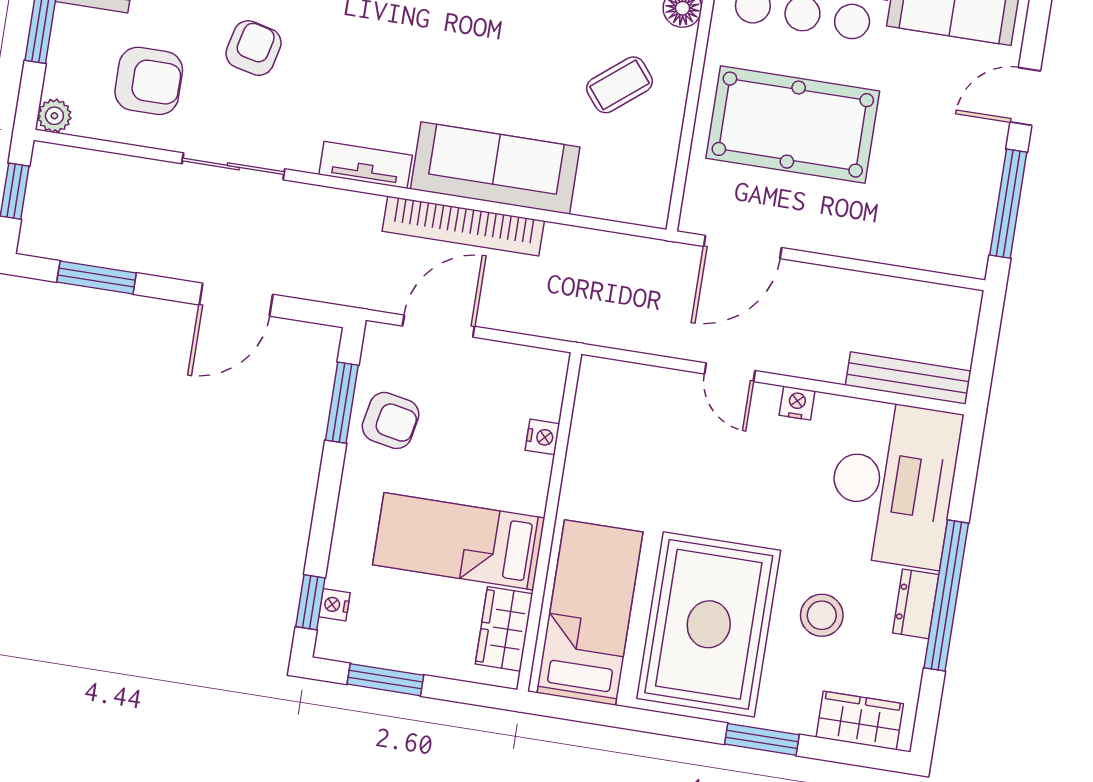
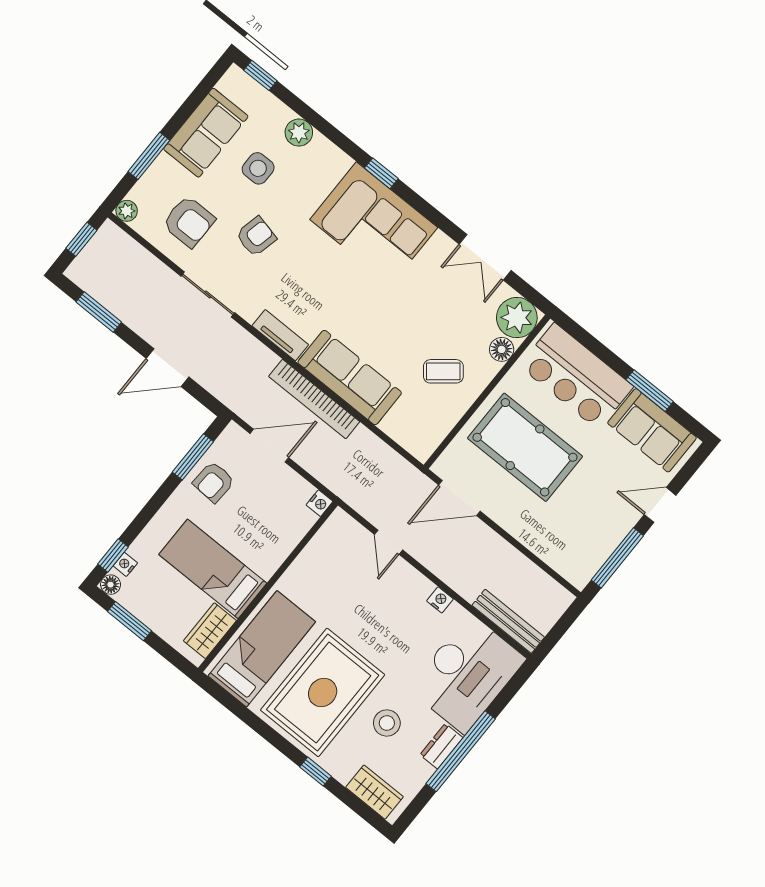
door: (730, 372) -> (389, 542), moved
armchair: (391, 420) -> (214, 482), turned 82
nightstand: (542, 437) -> (320, 503), moved
floor lamp: (330, 644) -> (111, 585), added
window: (762, 739) -> (315, 772), width x0.67

